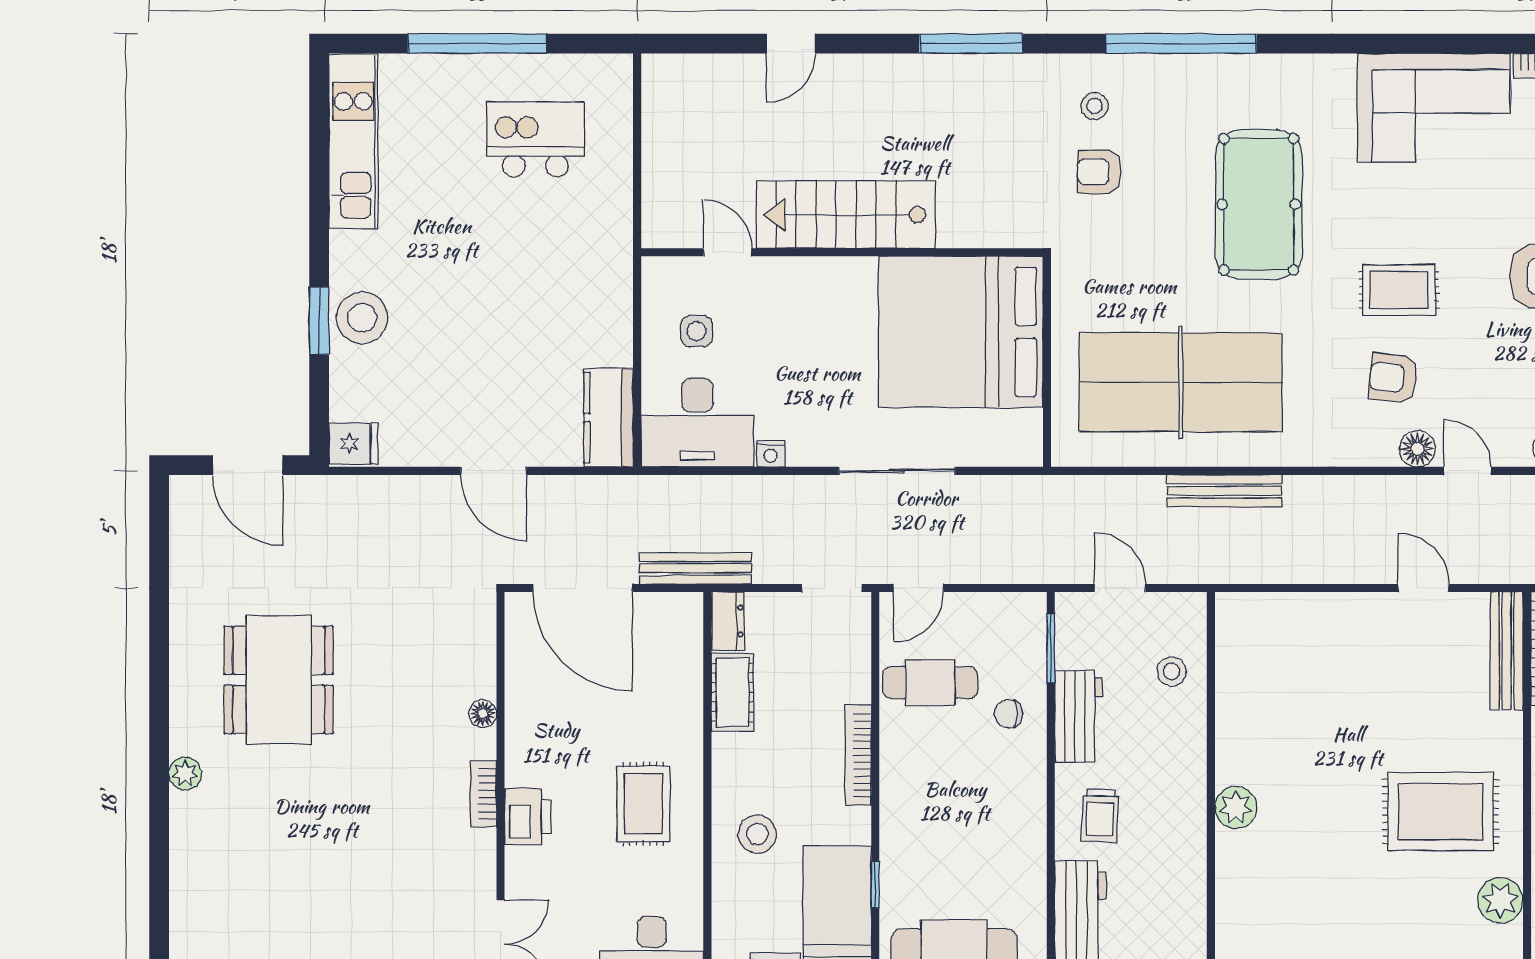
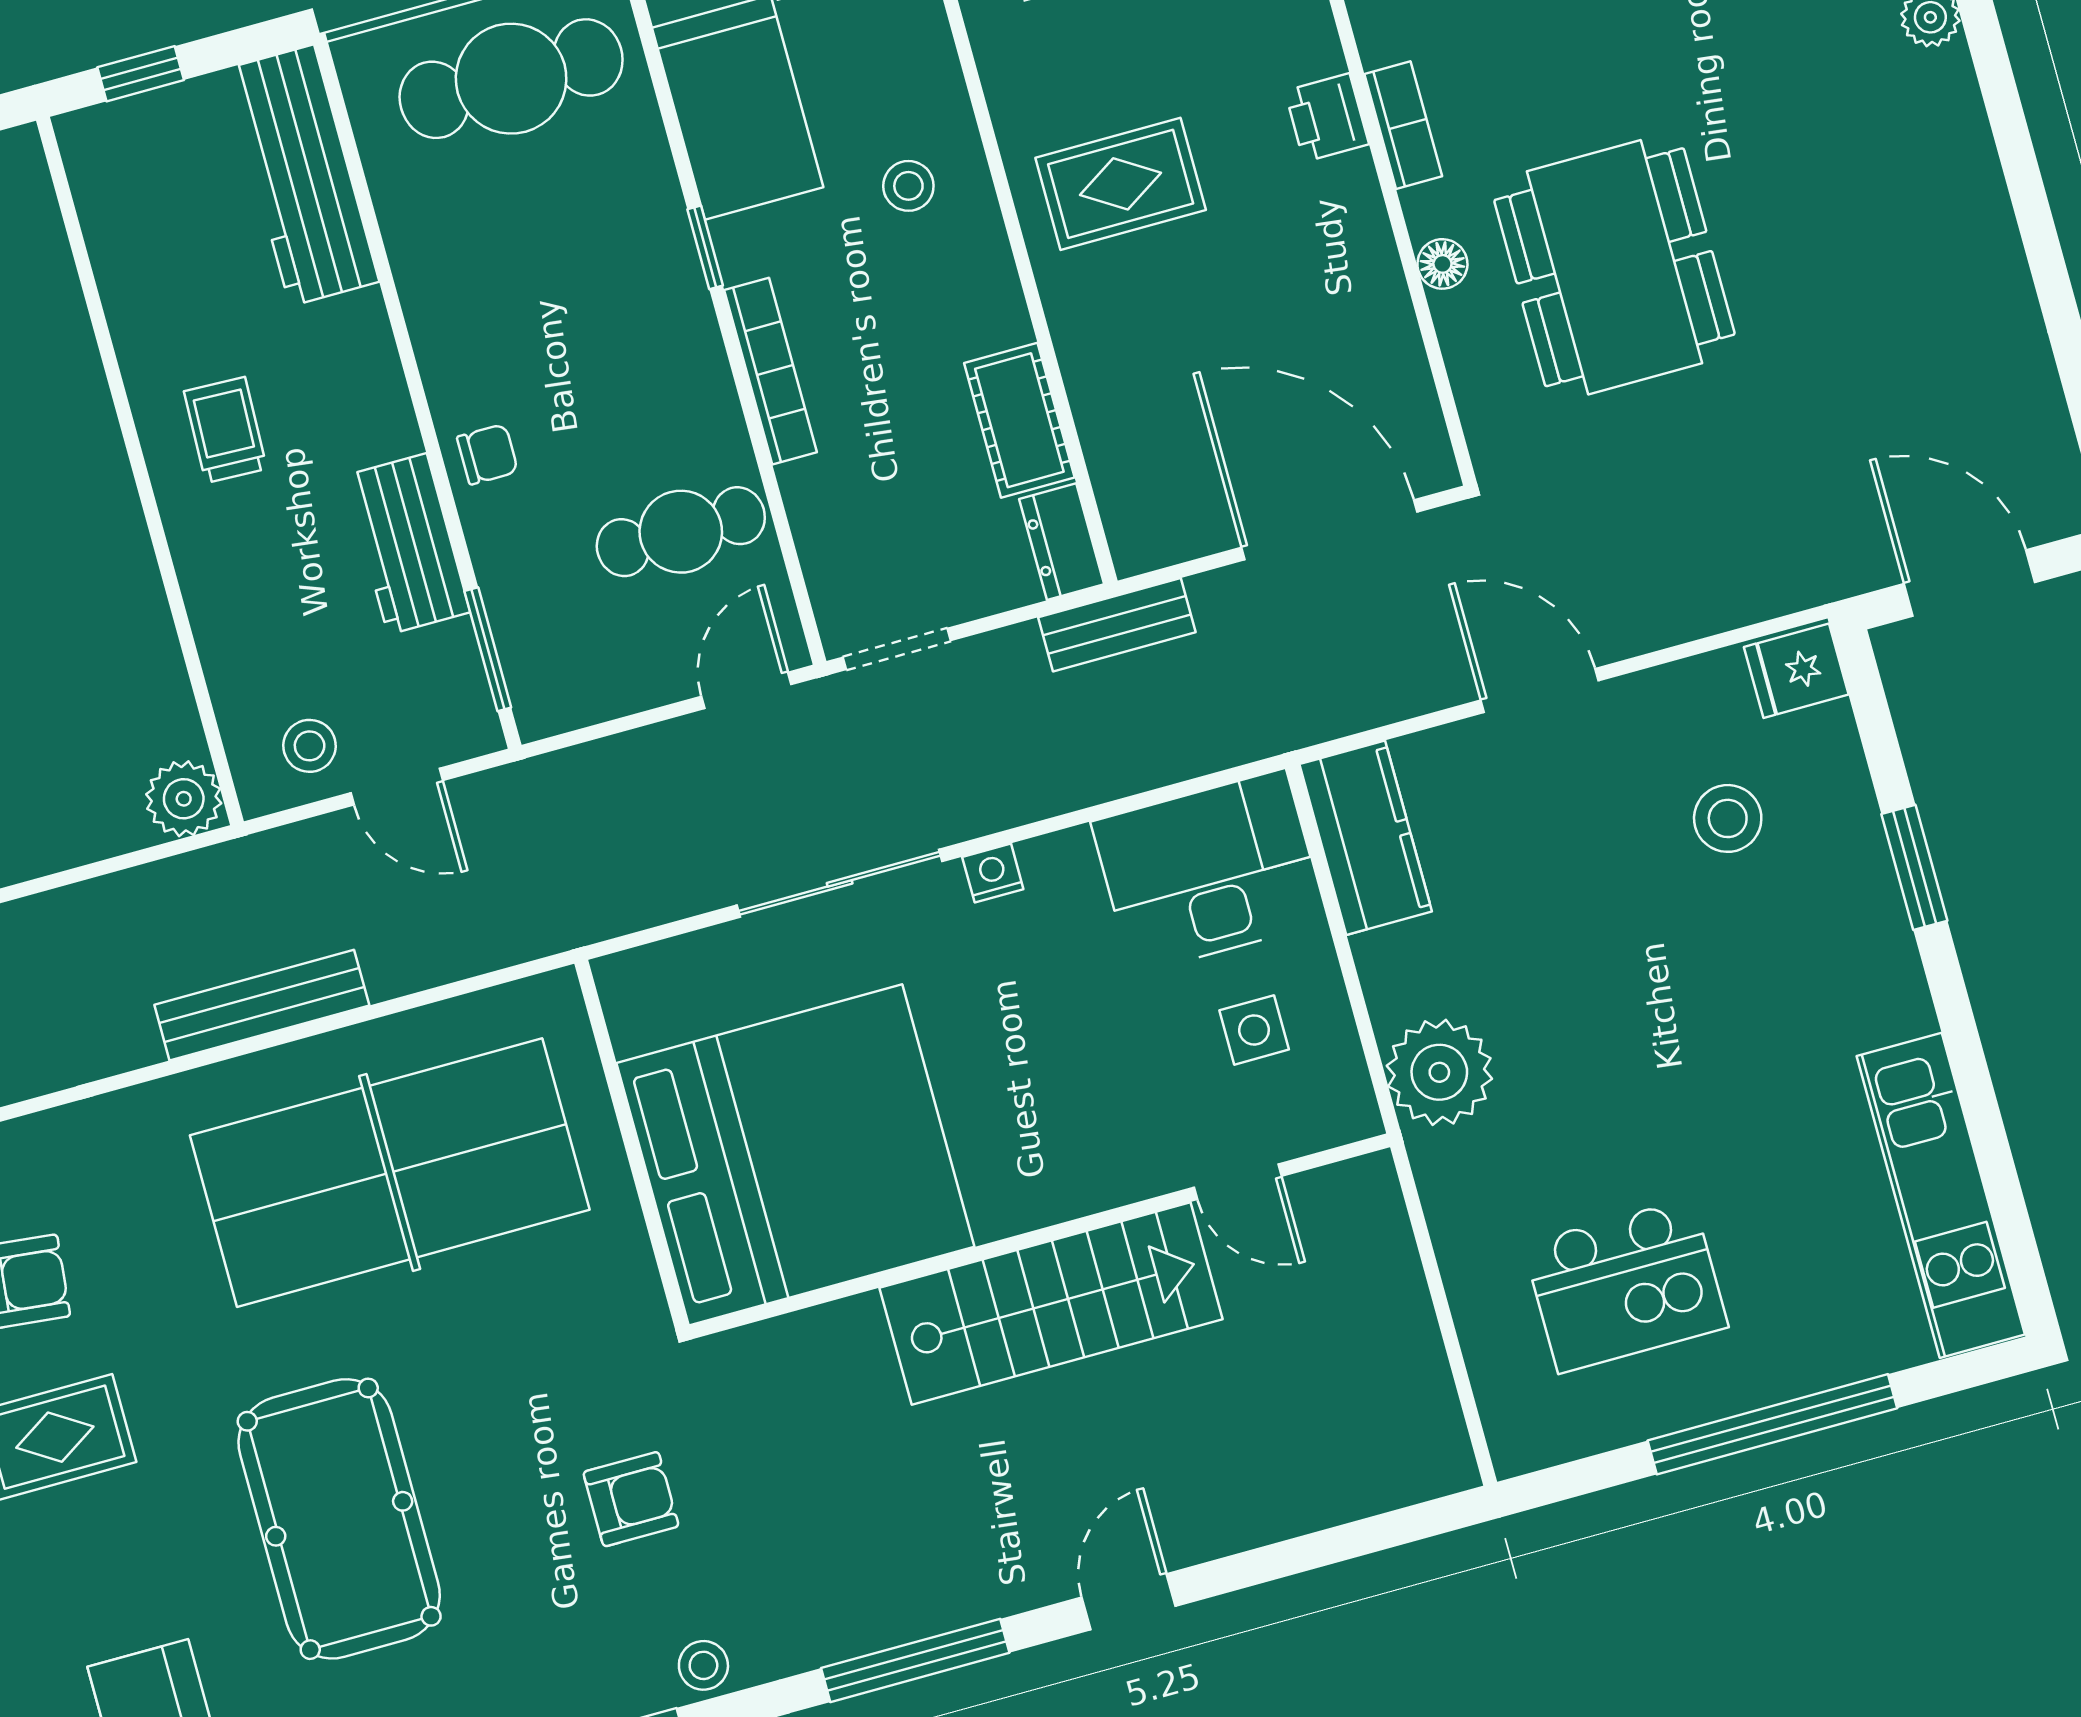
door: (791, 44) -> (1129, 1602), moved
stool: (1095, 106) -> (703, 1665), moved
plant: (604, 281) -> (1439, 1072), added
stool: (362, 318) -> (1728, 818), moved, width x0.73, depth x0.73
nightstand: (771, 454) -> (993, 873), moved
bench: (695, 568) -> (1117, 625), width x0.73
stool: (1172, 671) -> (310, 746), moved
dining table: (279, 680) -> (1614, 267), moved
chair: (1008, 714) -> (487, 454), moved
rug: (643, 804) -> (1121, 184), turned 90
plant: (1236, 808) -> (184, 799), moved
trolley: (1100, 815) -> (225, 430), moved
printer: (528, 817) -> (1327, 118), width x0.73, depth x0.81
stool: (757, 834) -> (908, 186), width x0.73, depth x0.73
window: (875, 885) -> (705, 247), moved

